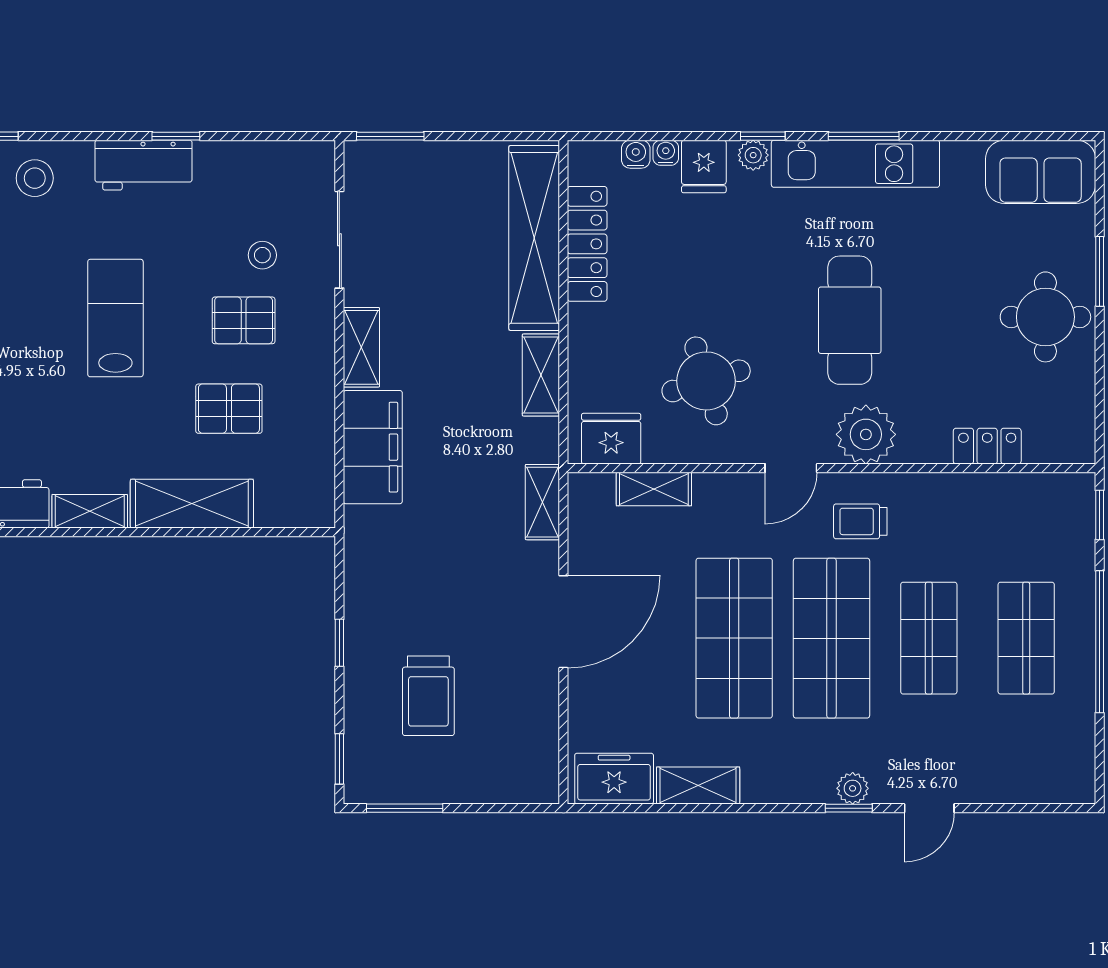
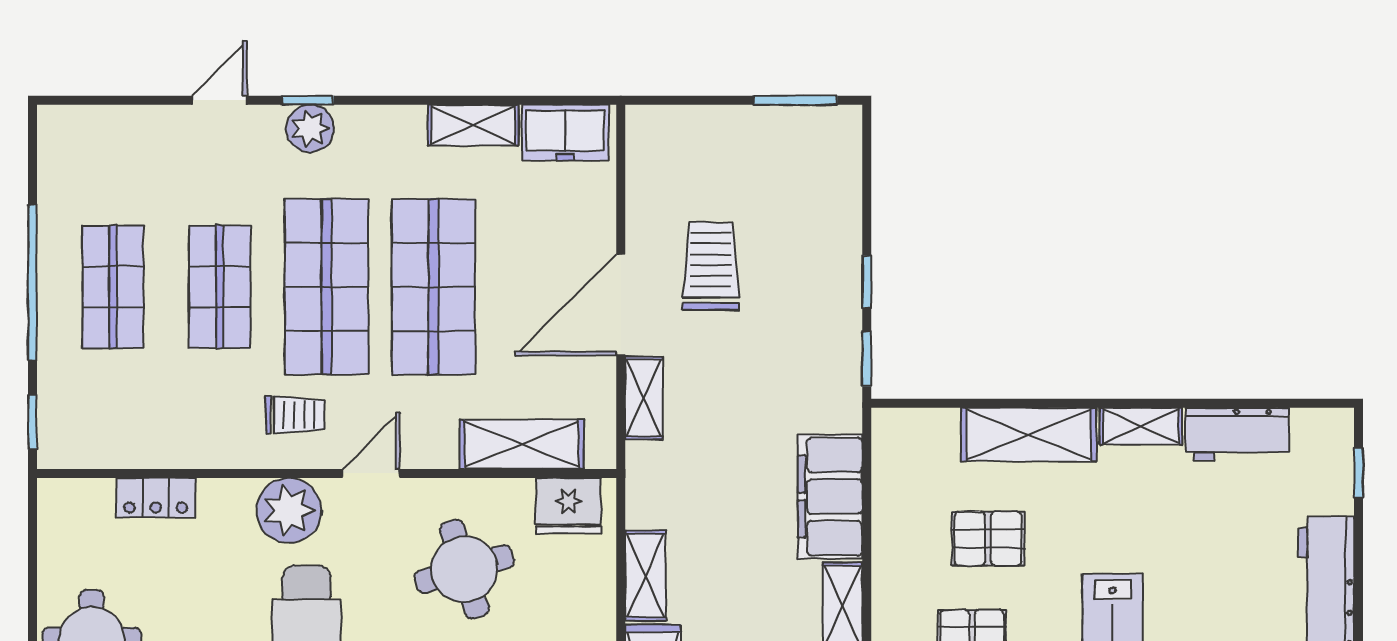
shelving: (654, 489) -> (522, 444), width x1.50, depth x1.33
shelving: (542, 502) -> (644, 398), moved
trolley: (428, 696) -> (711, 266), moved
window: (339, 759) -> (867, 359), moved
plant: (853, 788) -> (310, 128), width x1.38, depth x1.38

